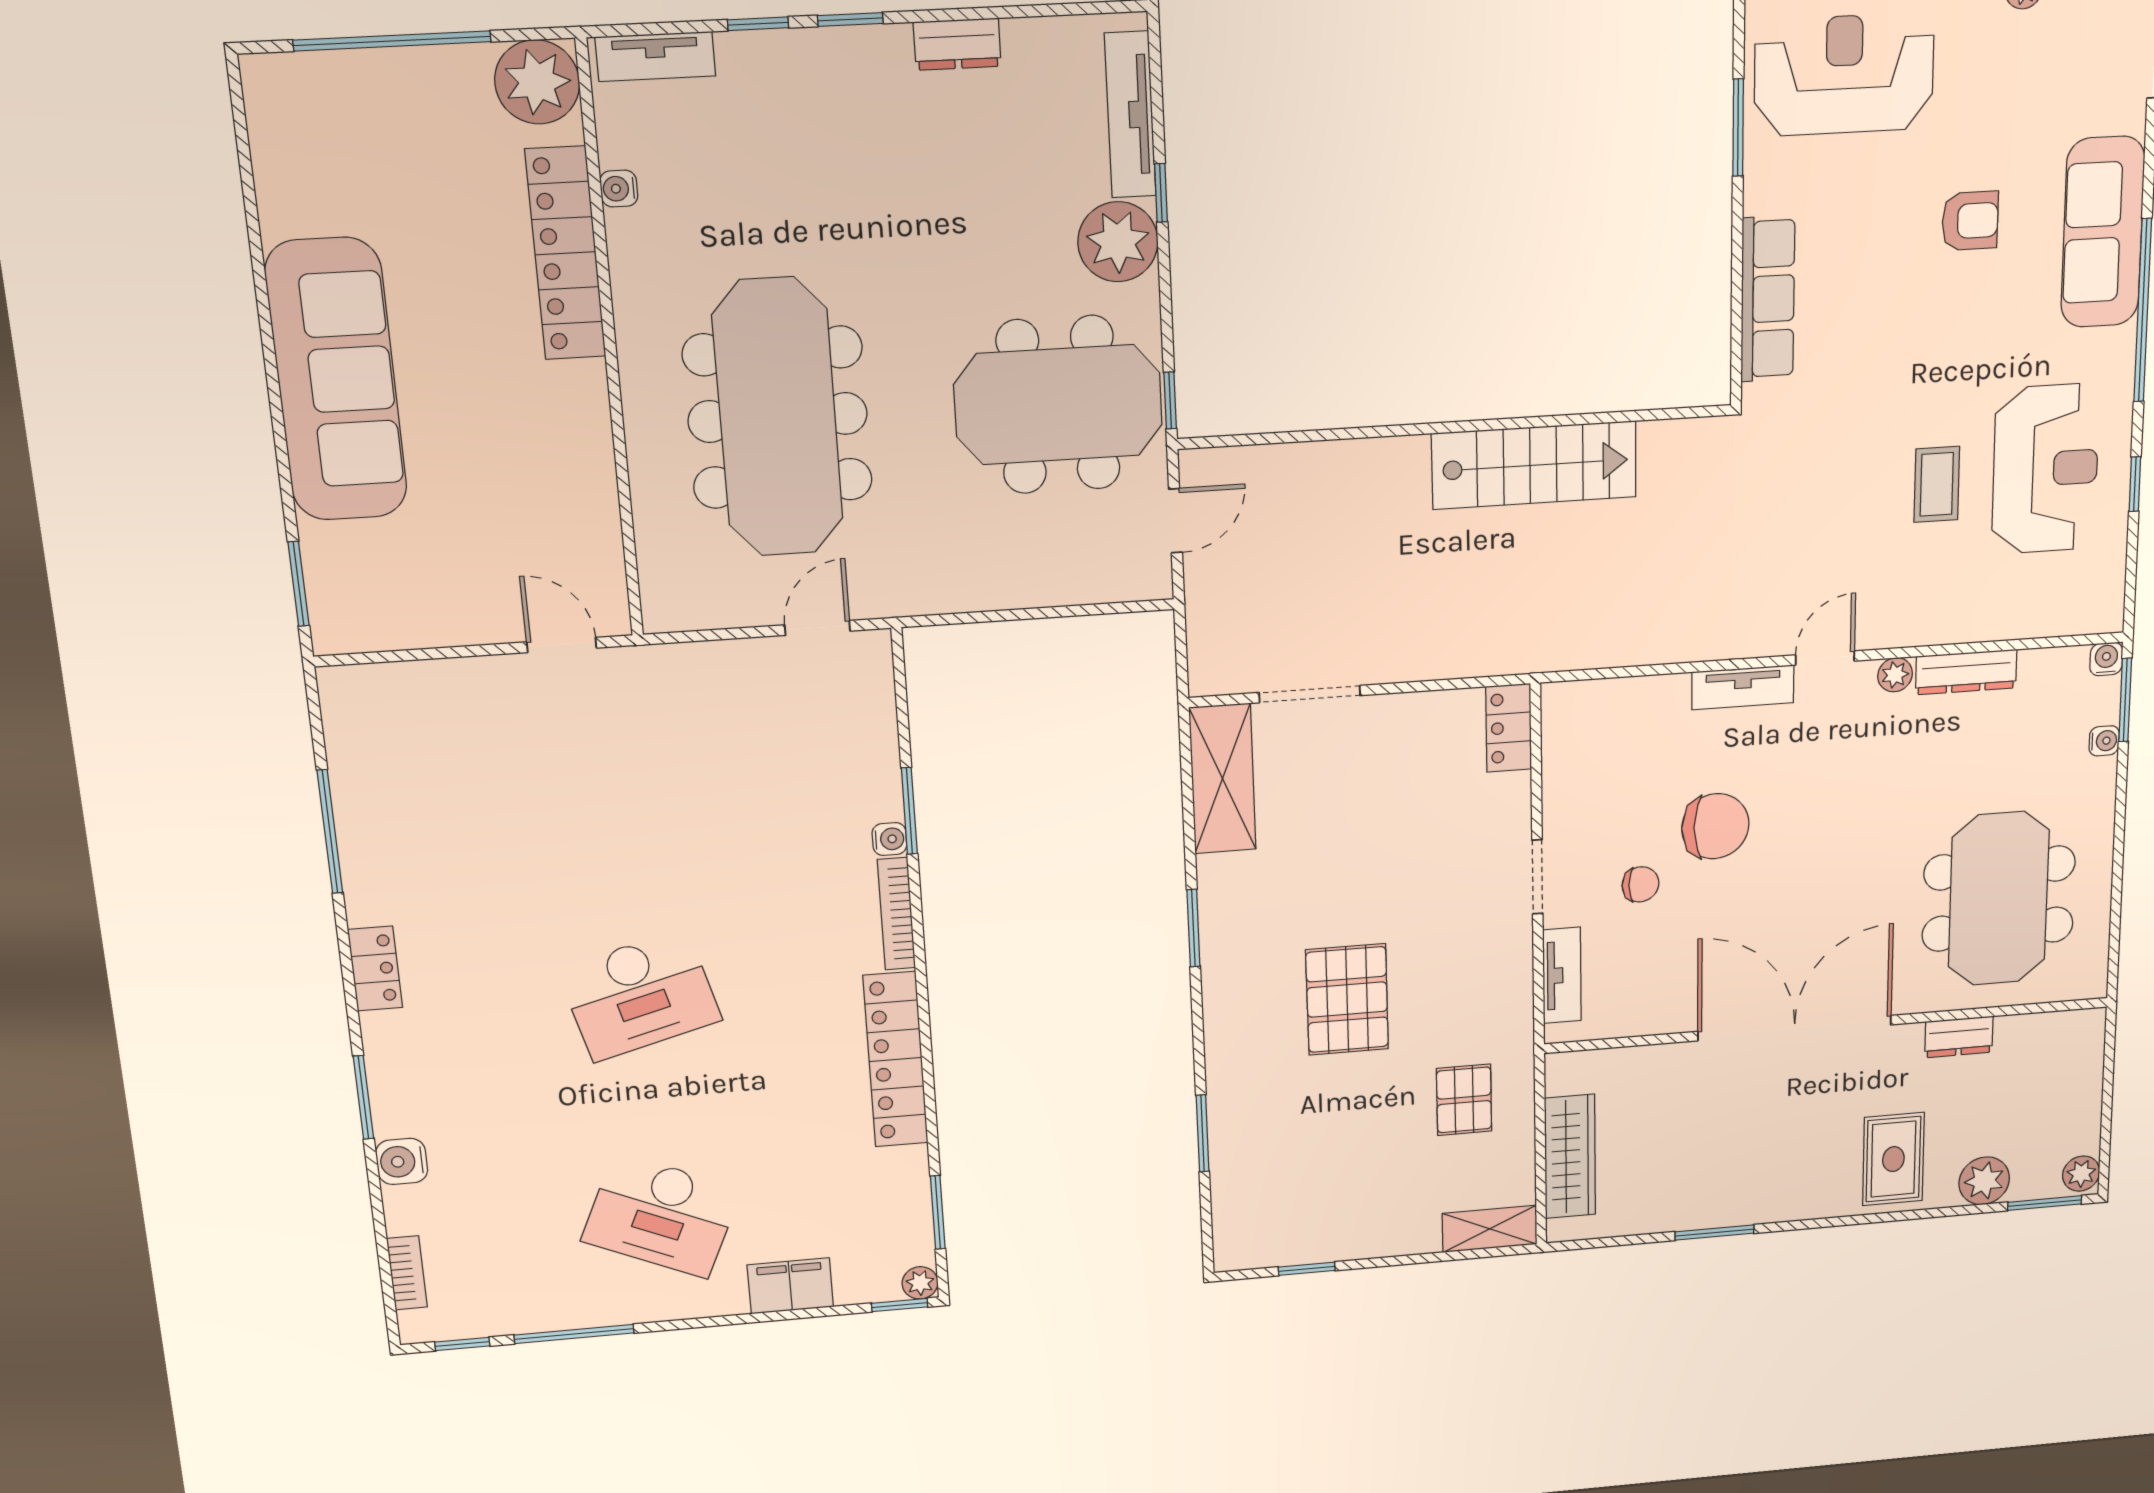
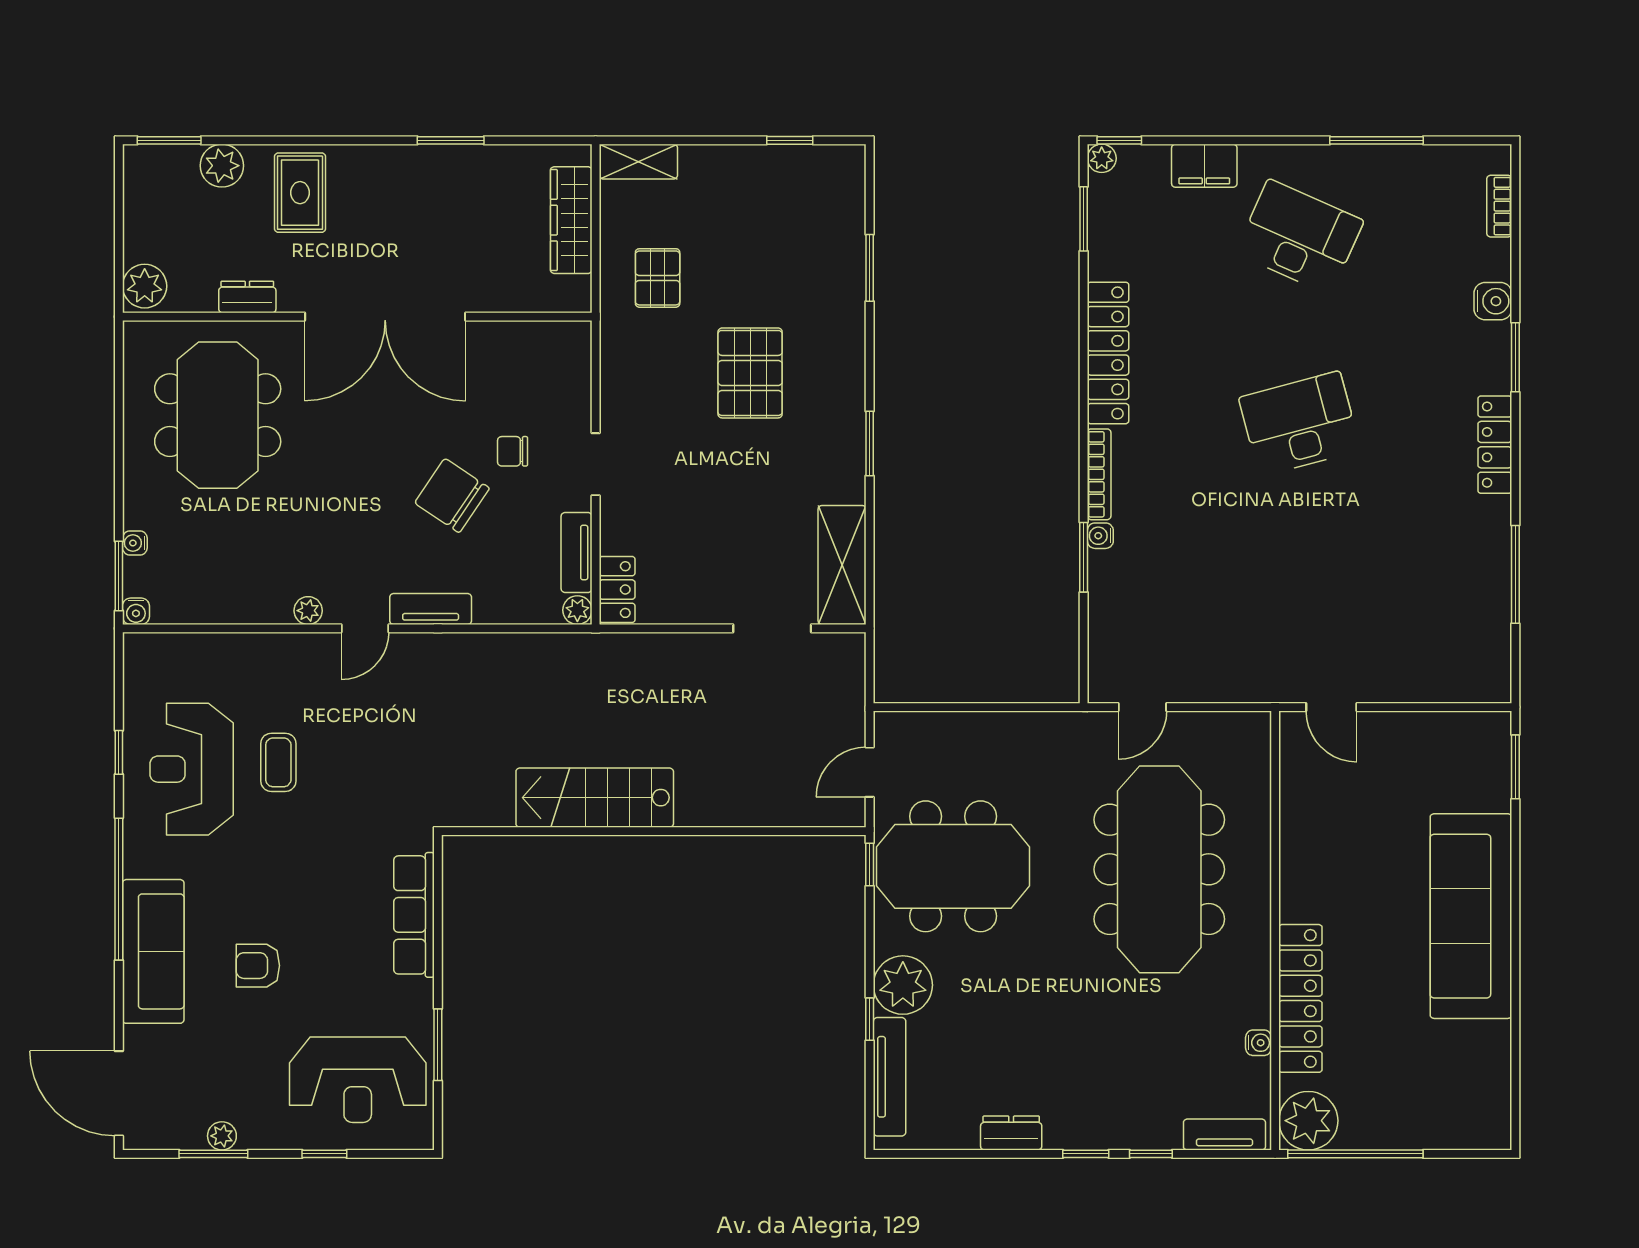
window: (392, 41) -> (1355, 1154), moved
dresser: (1966, 672) -> (250, 609), removed
plant: (1559, 699) -> (577, 610), added
chair: (1715, 826) -> (452, 495), turned 34
locker: (375, 969) -> (1495, 445), width x1.53
tv unit: (1562, 975) -> (577, 552), moved
plant: (2081, 1174) -> (145, 286), moved, width x1.38, depth x1.38
window: (462, 1344) -> (1464, 140), removed

